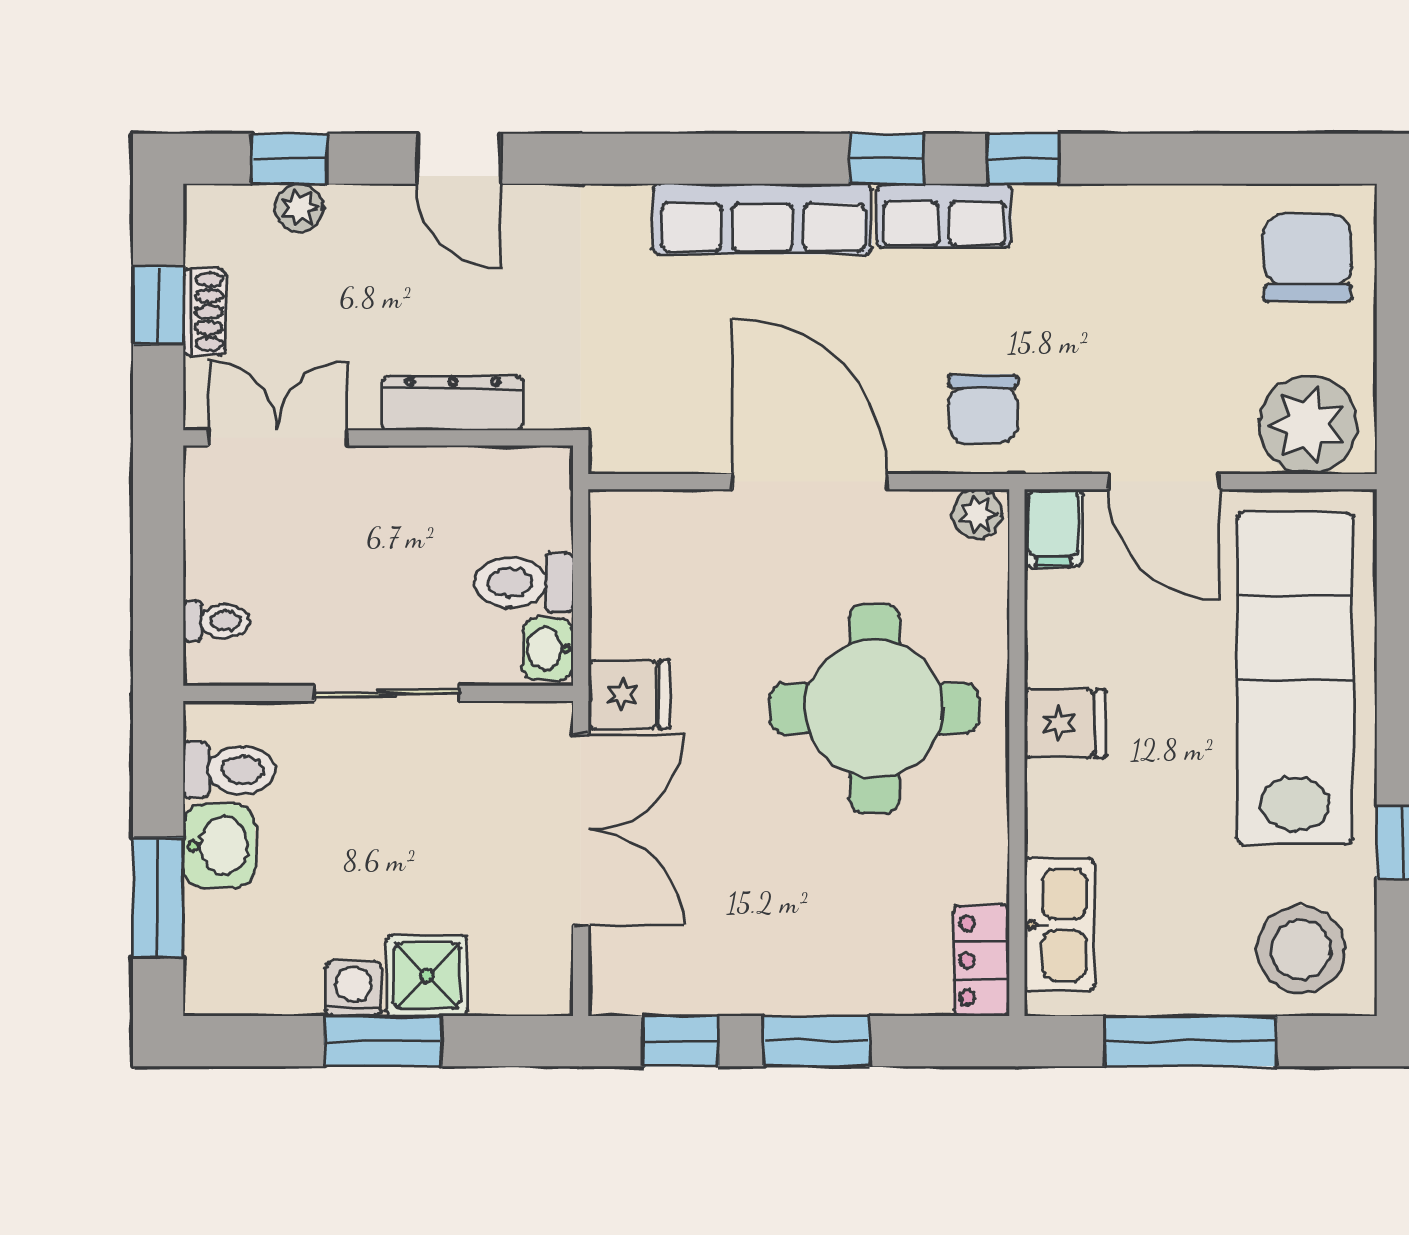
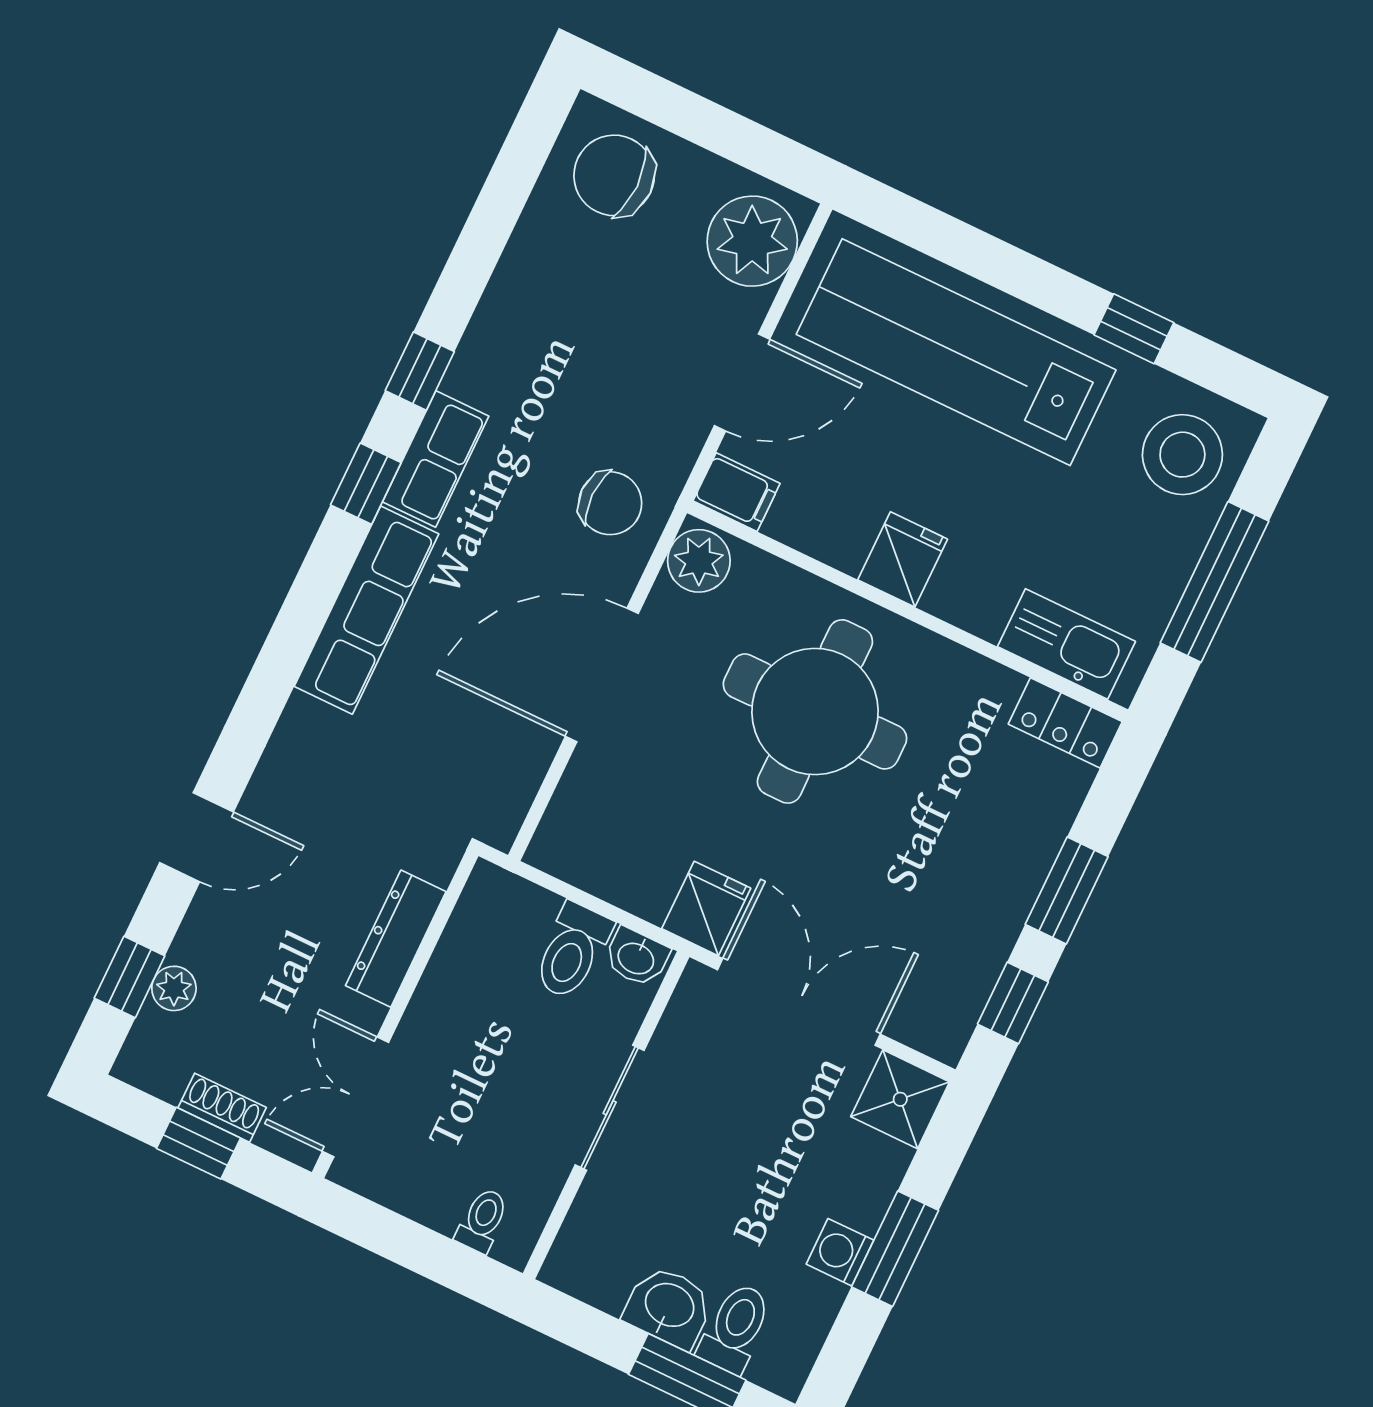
plant: (977, 514) -> (699, 561), width x1.38, depth x1.38
toilet: (229, 770) -> (735, 1328), moved
shower: (427, 976) -> (900, 1099), moved

